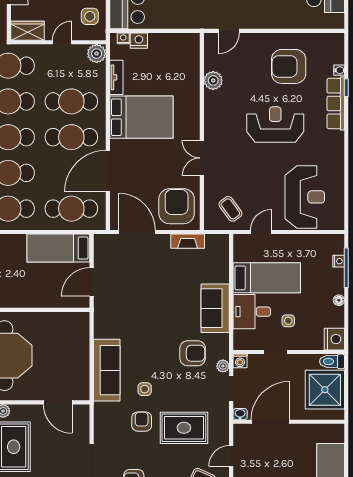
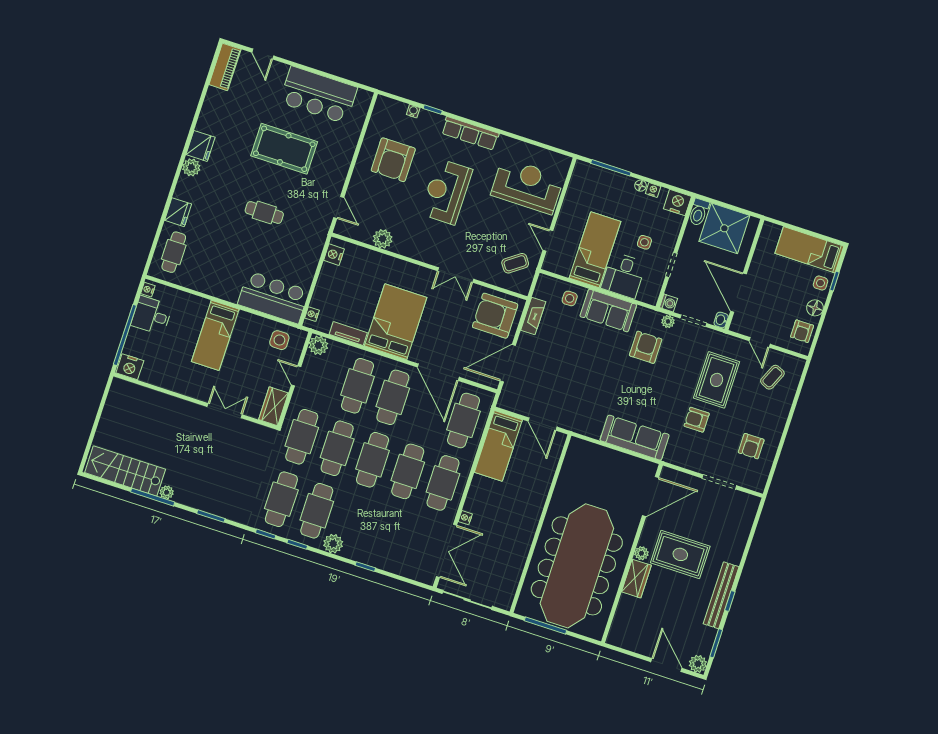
nightstand: (139, 41) -> (334, 255), moved
row of seats: (336, 103) -> (470, 133), moved
nightstand: (339, 261) -> (653, 190), moved
side table: (145, 389) -> (570, 298), moved
door: (58, 402) -> (651, 497), width x1.36

